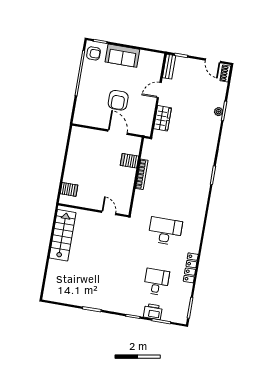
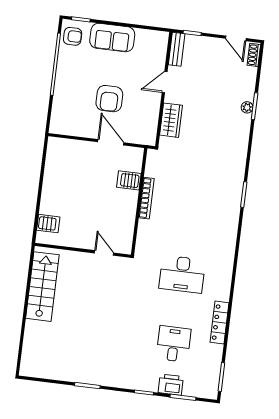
desk: (165, 231) -> (182, 274), turned 180

